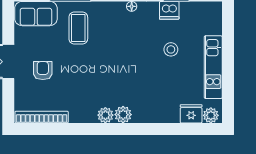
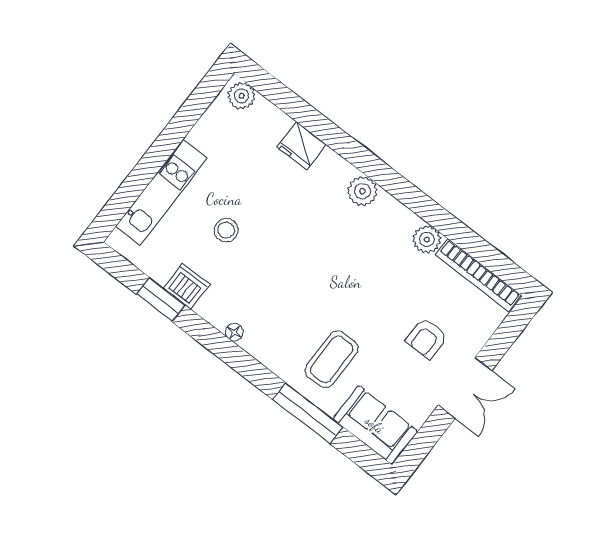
kitchen unit: (213, 67) -> (161, 192), moved
fridge: (191, 114) -> (302, 146), moved
plant: (105, 115) -> (427, 239), moved

